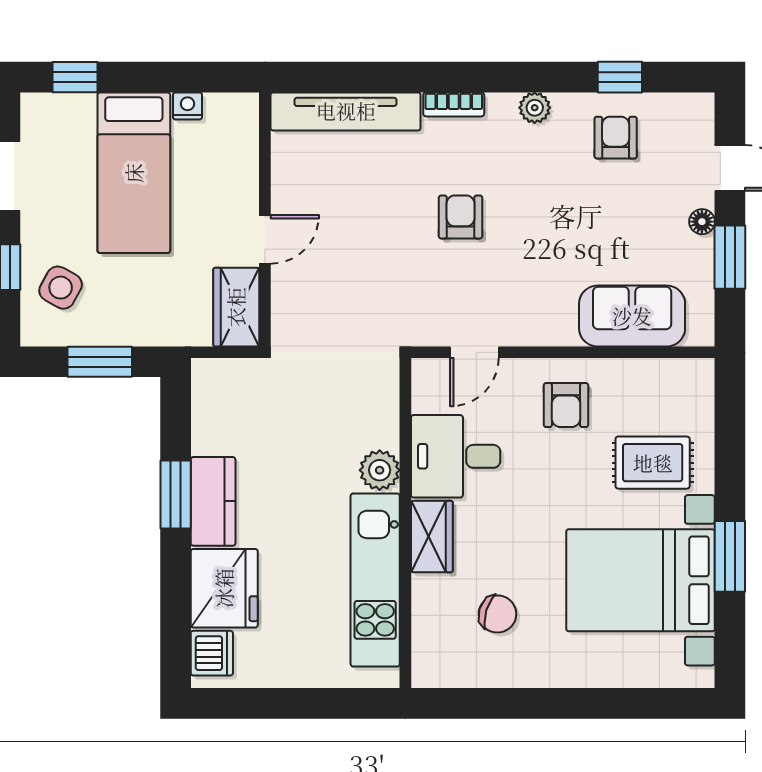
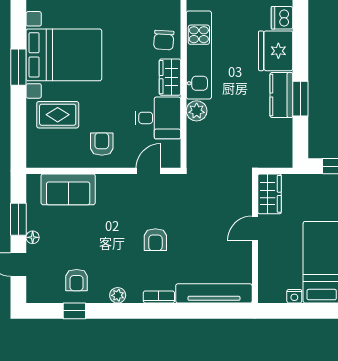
chair: (497, 614) -> (164, 40), moved, turned -103

